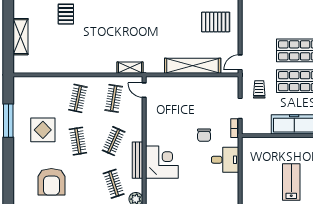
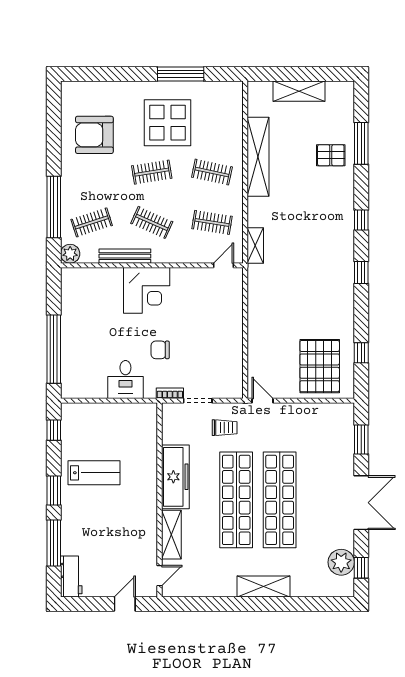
pallet: (216, 22) -> (320, 366), width x1.37, depth x1.41
shelving: (193, 66) -> (258, 157), moved
display table: (43, 130) -> (167, 123), width x1.36, depth x1.36
corner desk: (162, 162) -> (147, 290), moved

